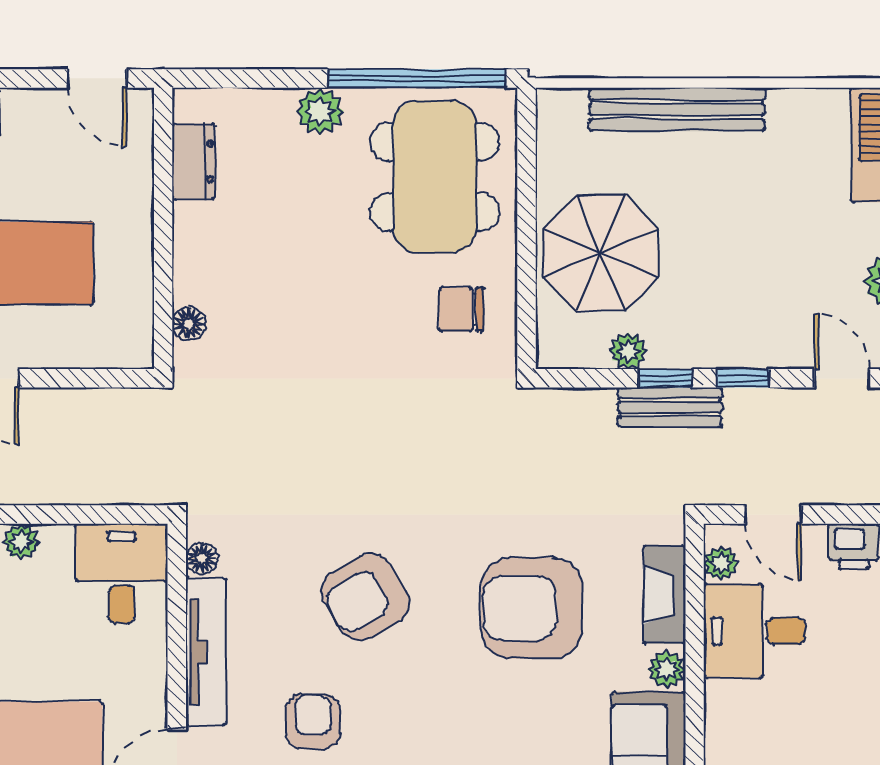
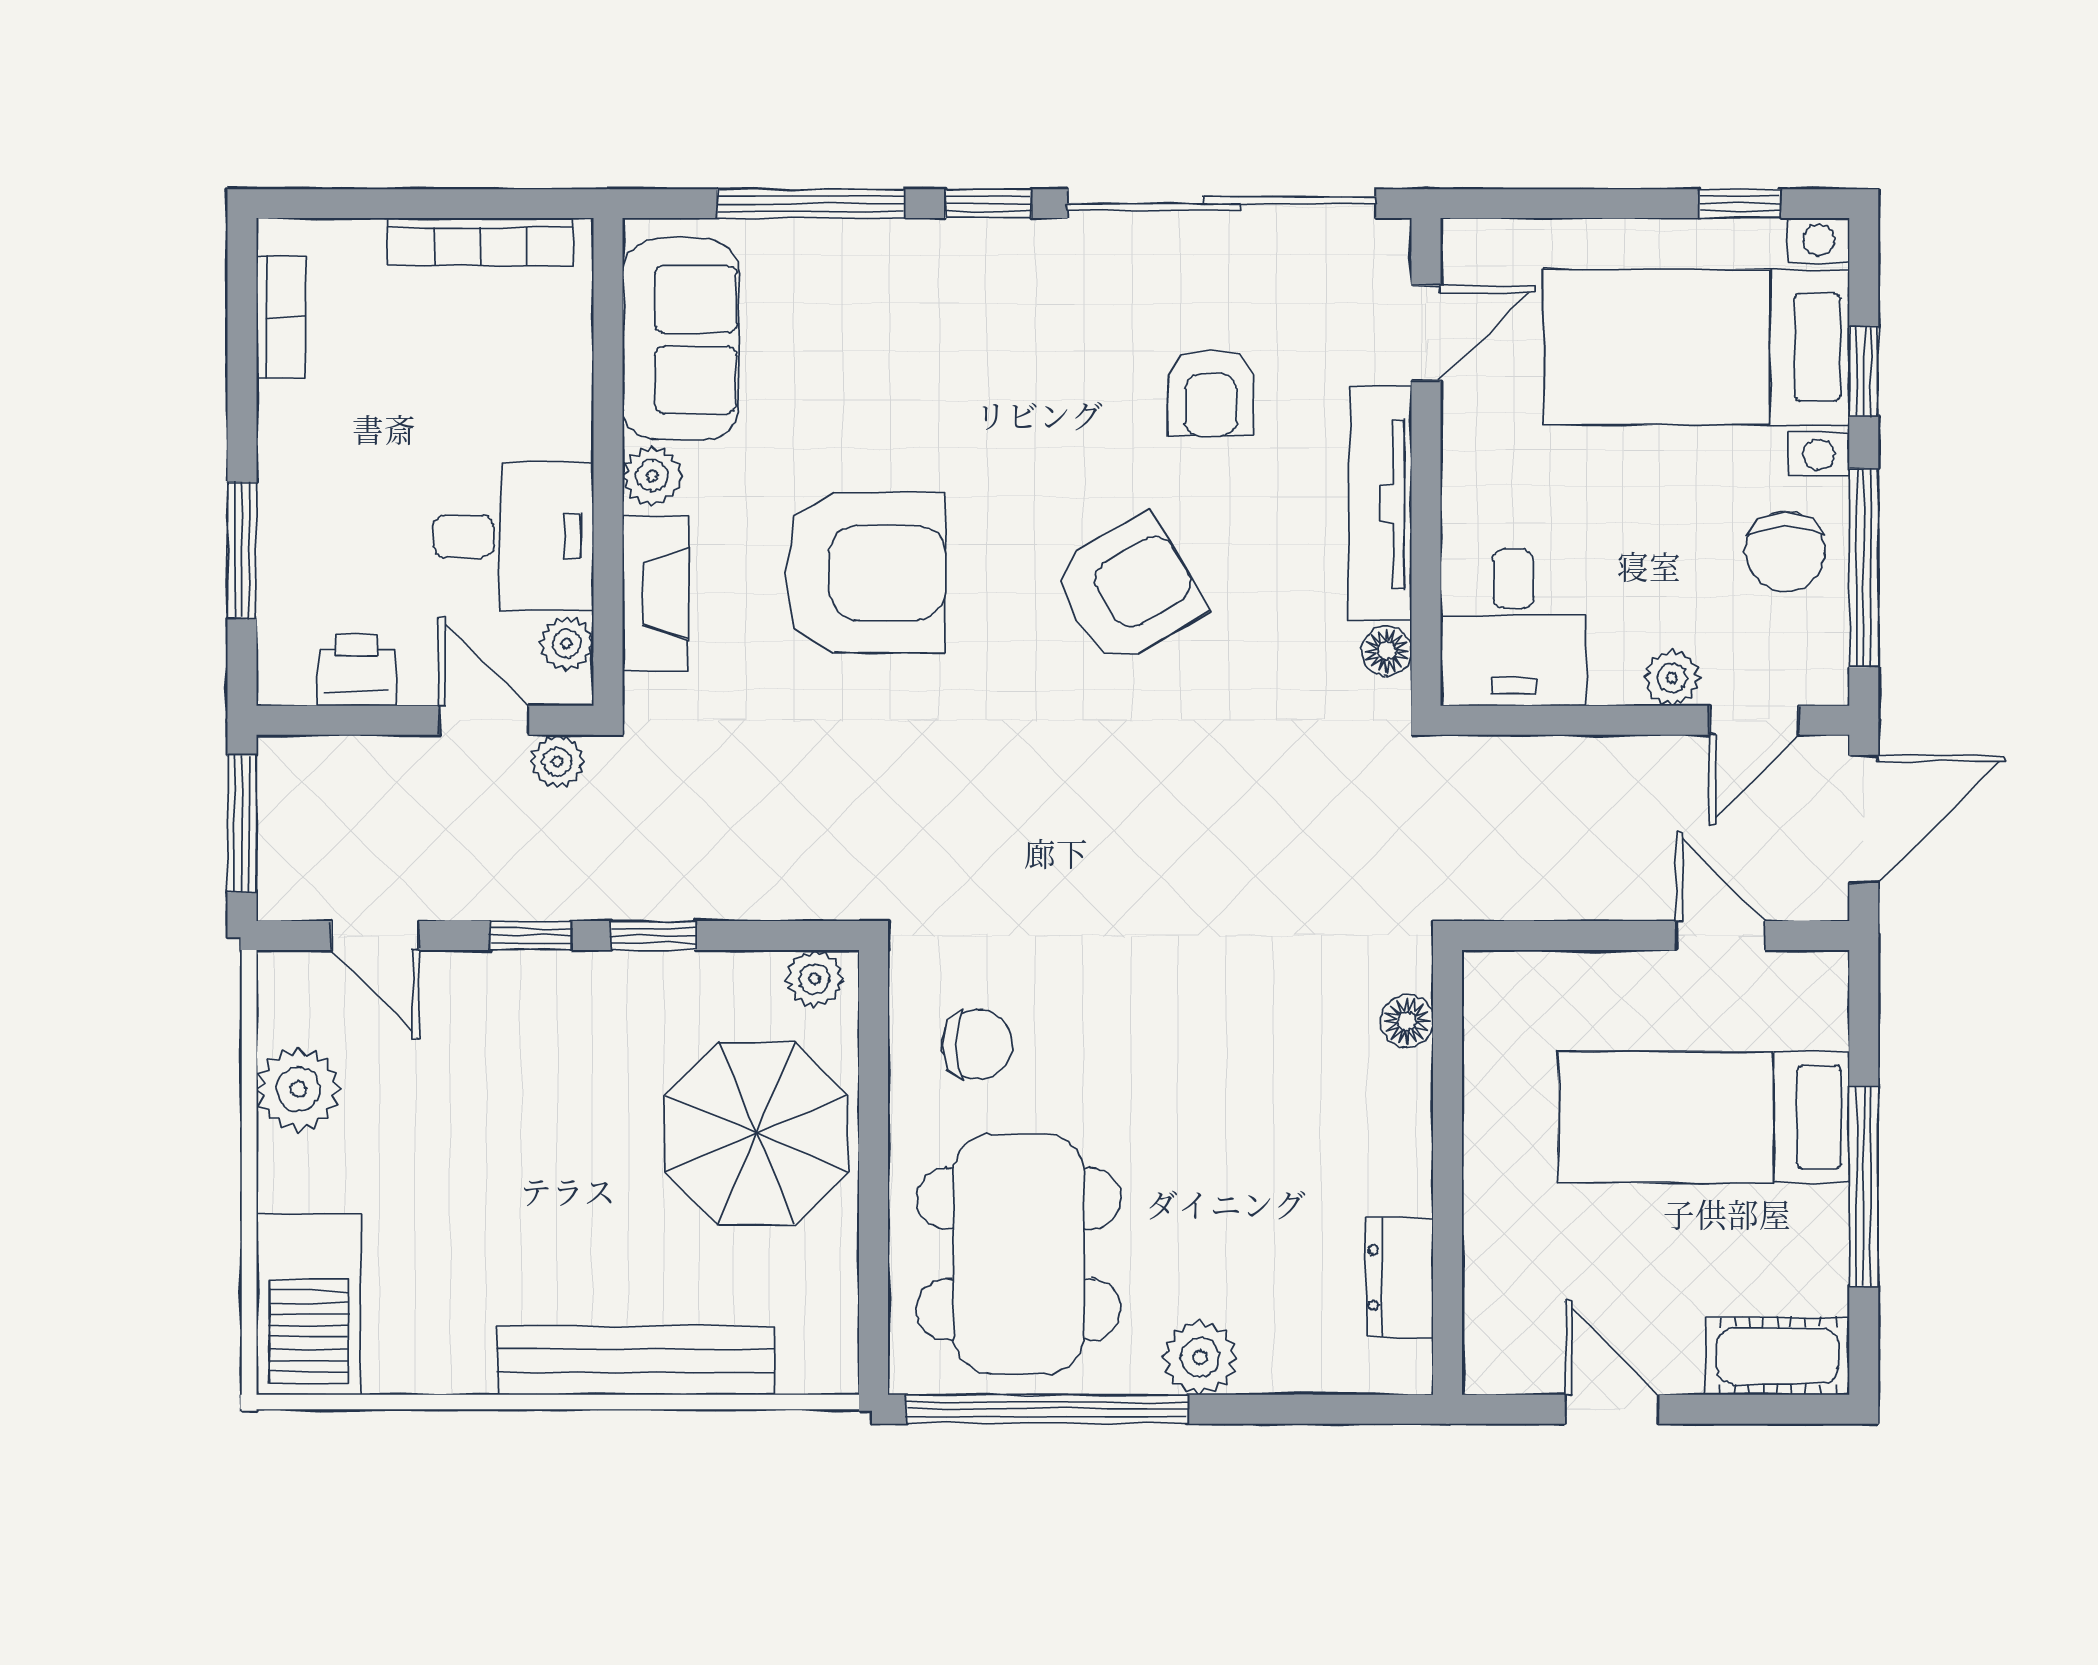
door: (97, 78) -> (1612, 1409), moved
plant: (628, 351) -> (815, 979), moved
bench: (670, 407) -> (647, 890), removed
plant: (727, 488) -> (557, 762), added

